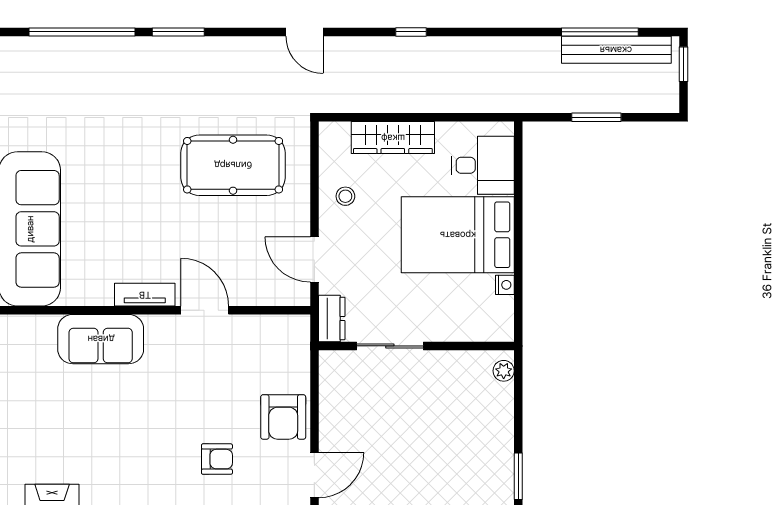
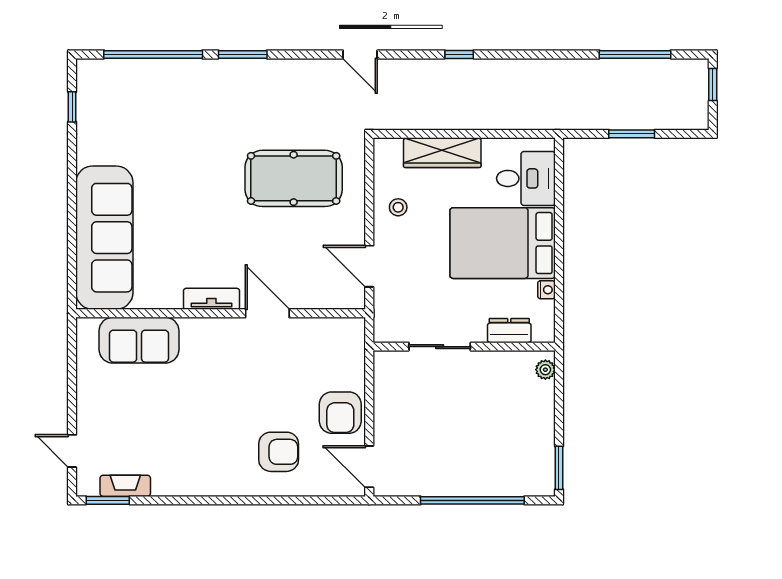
bench: (616, 50) -> (650, 71), removed
dresser: (332, 318) -> (509, 331), moved, turned -90
sofa: (101, 339) -> (139, 340), moved
armchair: (217, 459) -> (279, 452), width x1.38, depth x1.38
door: (314, 475) -> (369, 467), swing flipped

